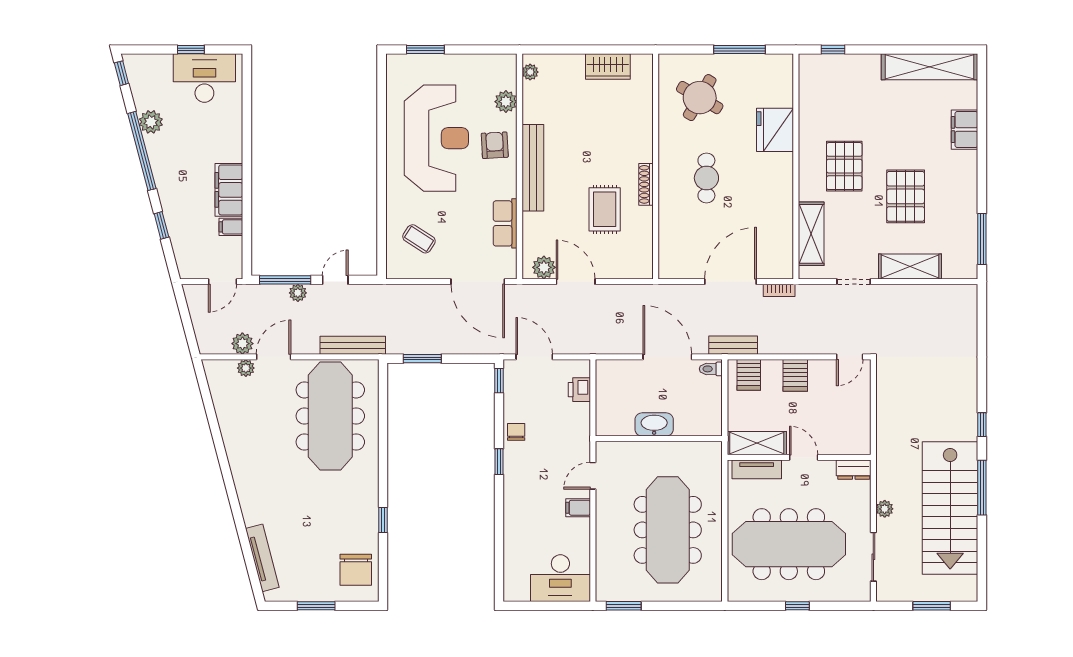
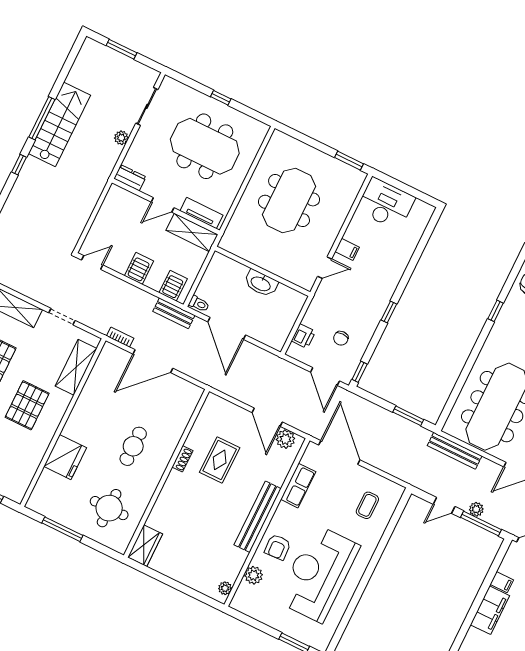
wardrobe: (608, 67) -> (145, 546), moved, turned 90
round table: (700, 98) -> (109, 508), turned -30
shoe rack: (646, 184) -> (182, 459), width x0.70
coffee table: (419, 239) -> (367, 505), turned 57
chair: (516, 432) -> (341, 338), moved
door: (804, 457) -> (163, 205), hinge flipped
stairs: (950, 508) -> (59, 124), width x0.73, depth x0.66
meeting table: (668, 530) -> (289, 201), width x0.73
meeting table: (789, 544) -> (205, 146), width x0.73

